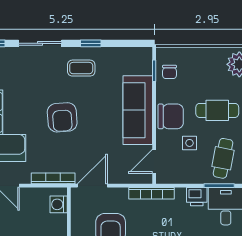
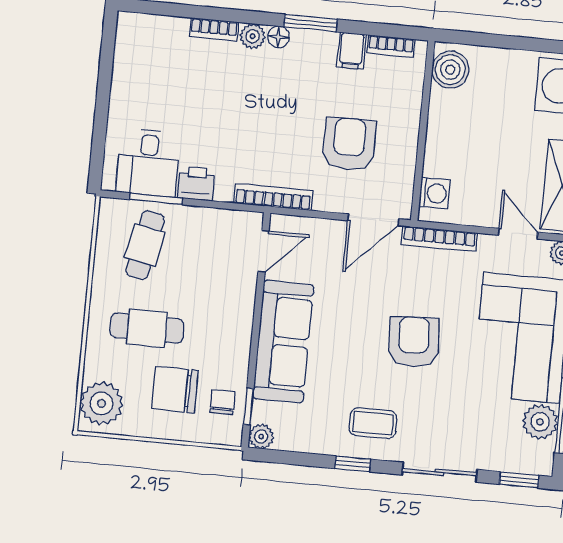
plant: (145, 54) -> (261, 436), added
chair: (171, 116) -> (175, 390), moved
side table: (190, 143) -> (200, 277), removed

